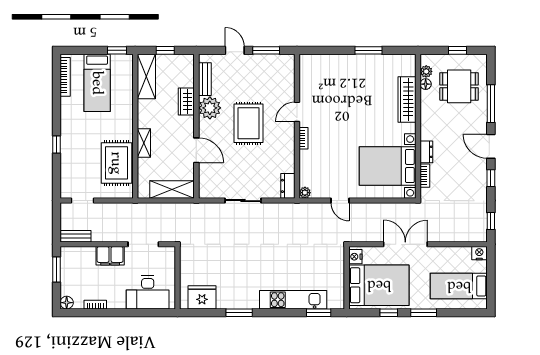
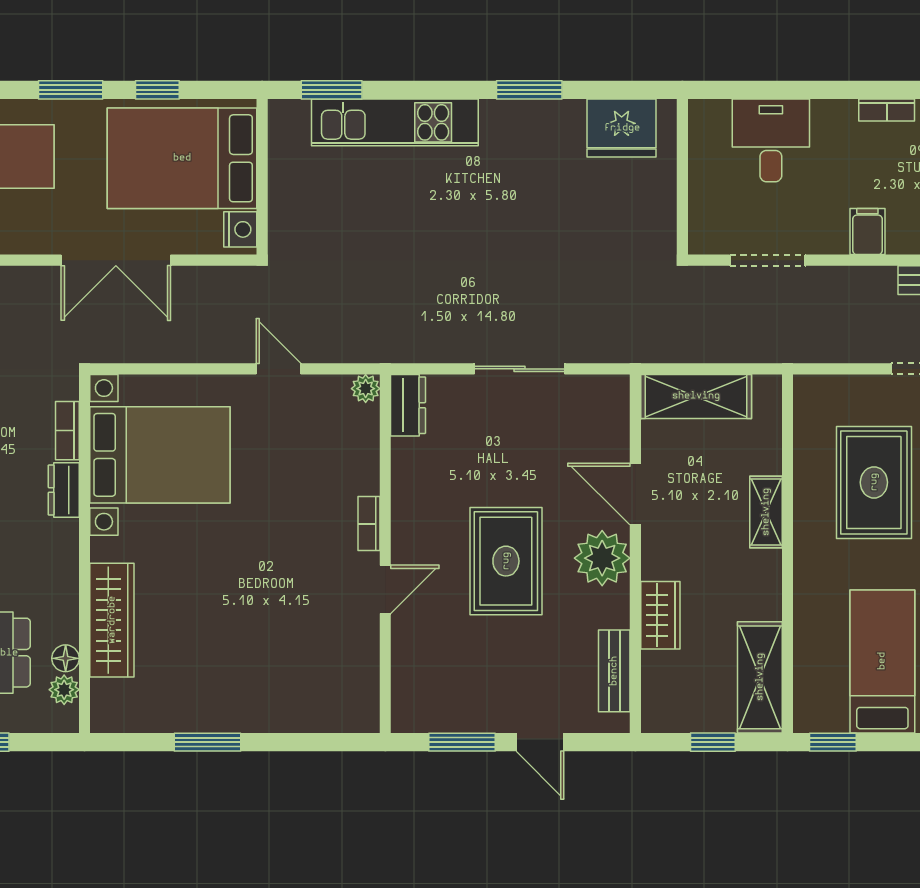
plant: (210, 108) -> (602, 558), moved
rug: (116, 163) -> (874, 482), moved
filing cabinet: (110, 256) -> (867, 232), width x0.50
desk: (148, 292) -> (771, 140), width x0.73

